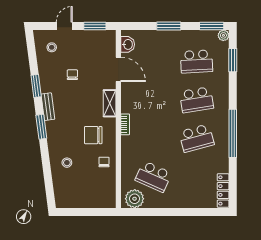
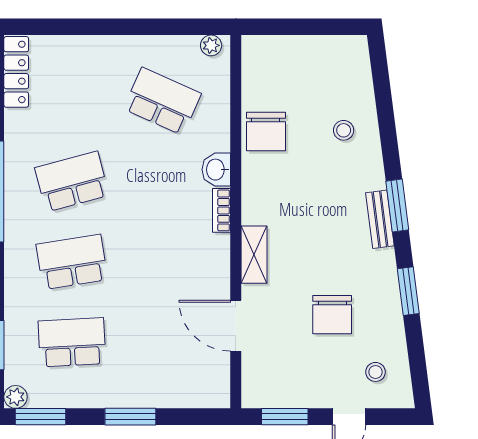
washbasin: (128, 44) -> (216, 170), moved
chair: (72, 75) -> (332, 315), width x1.87, depth x1.87
bench: (48, 107) -> (380, 219), moved
chair: (93, 135) -> (288, 188), removed
chair: (104, 162) -> (266, 132), width x1.87, depth x1.87
plant: (135, 199) -> (211, 45), width x0.53, depth x0.53

